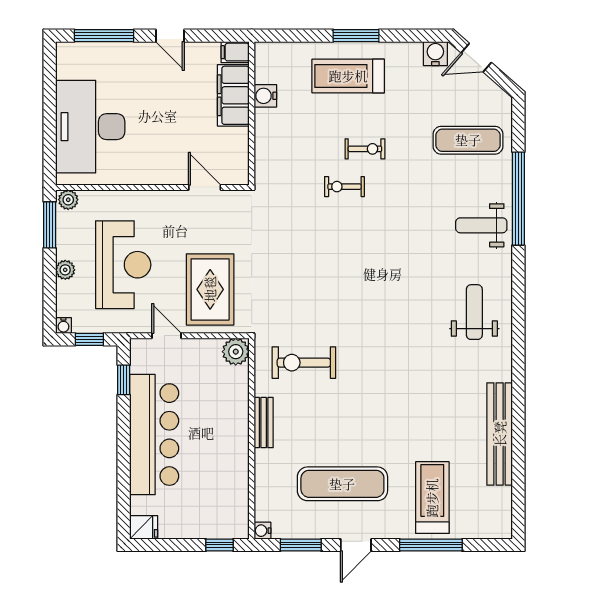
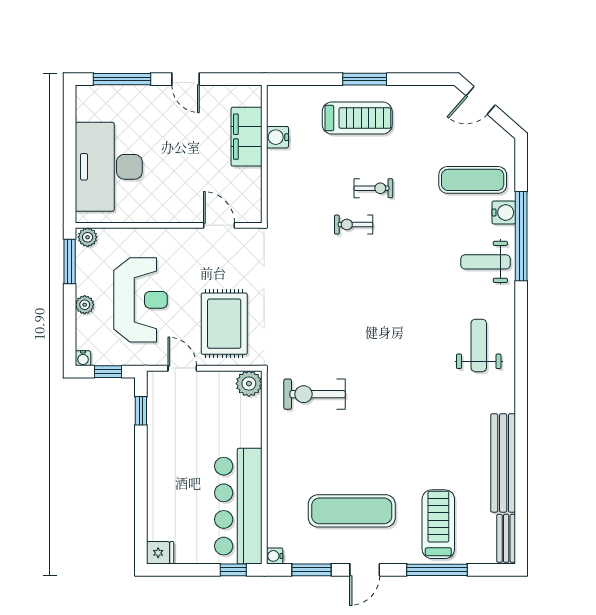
filing cabinet: (235, 52) -> (248, 95), removed
water cooler: (435, 54) -> (504, 213), moved, turned 90
treadmill: (348, 76) -> (357, 118), turned 180
bench: (264, 423) -> (506, 538), moved
bar counter: (154, 435) -> (238, 506), moved, turned 180

